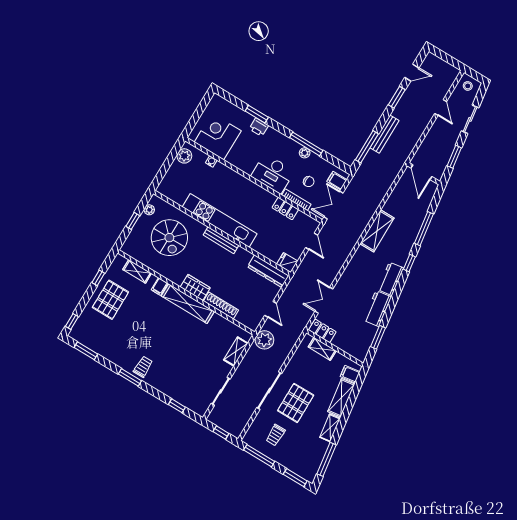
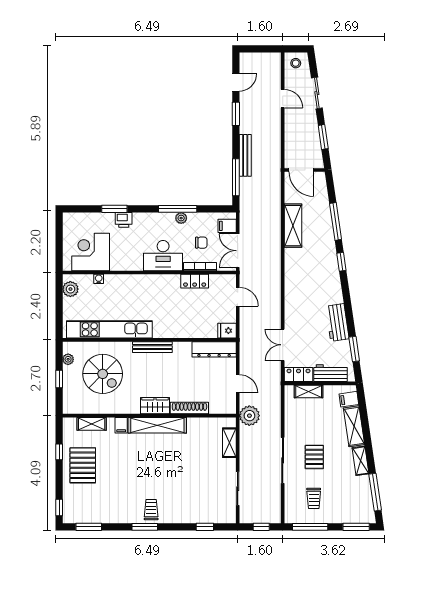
kitchen unit: (220, 220) -> (109, 329), moved
shelving: (377, 231) -> (293, 226), moved
workbench: (391, 279) -> (330, 373), moved, turned 98
pallet: (296, 403) -> (314, 457), width x0.67, depth x0.71

